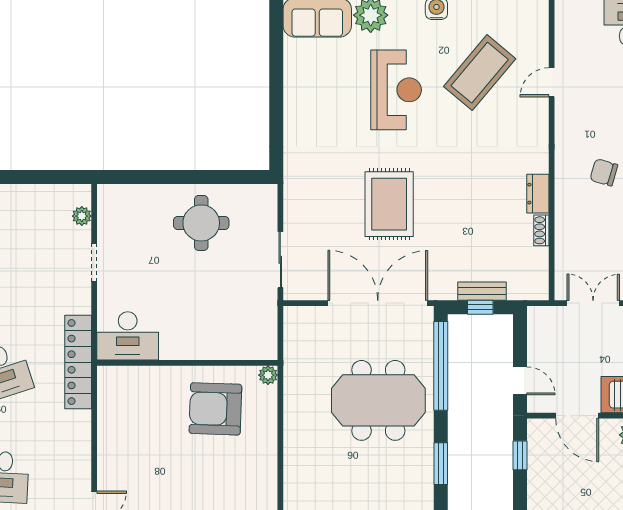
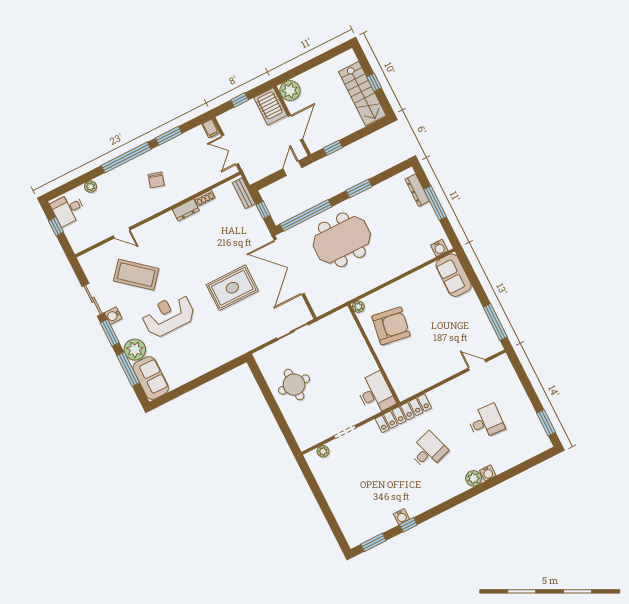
bench: (482, 291) -> (244, 193), moved
meeting table: (378, 400) -> (342, 240), turned 90
armchair: (215, 409) -> (391, 326), turned -83

